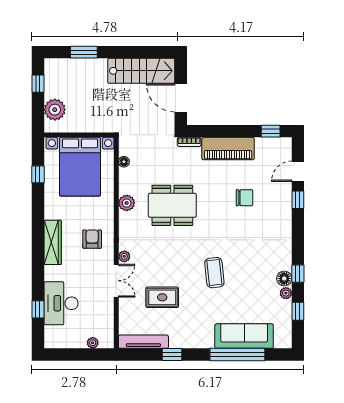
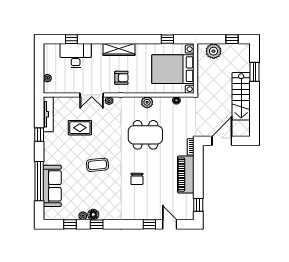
stairs: (141, 71) -> (241, 96), moved
chair: (244, 198) -> (137, 179), moved
dining table: (172, 205) -> (145, 135), turned 90
rug: (162, 297) -> (80, 128), turned 90

